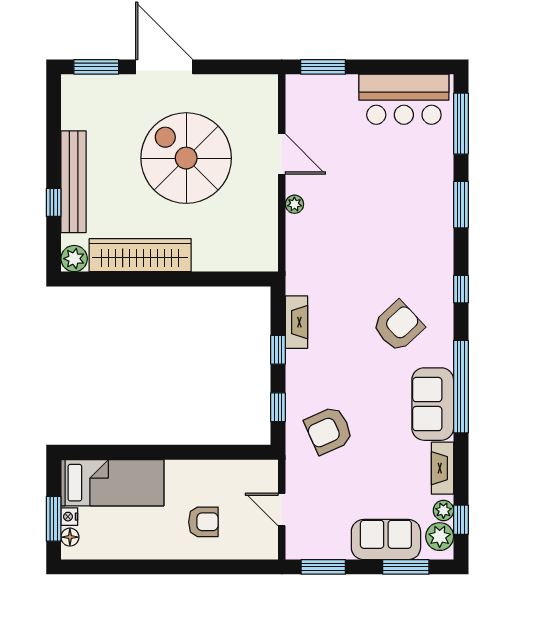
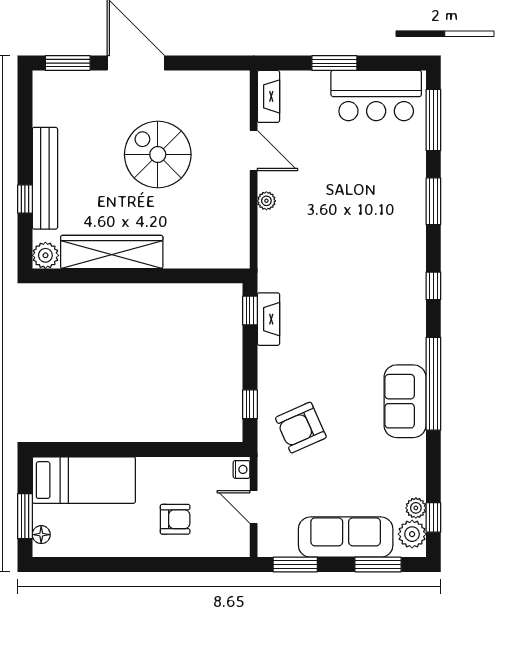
window: (323, 67) -> (334, 63), moved
spiral stairs: (186, 158) -> (158, 154), width x0.73, depth x0.73
armchair: (398, 326) -> (370, 323), removed
window: (278, 350) -> (250, 311), moved
fireplace: (443, 468) -> (268, 96), moved, turned 180
nightstand: (69, 517) -> (242, 469), moved, turned 180
sofa: (386, 540) -> (346, 537), width x1.36

